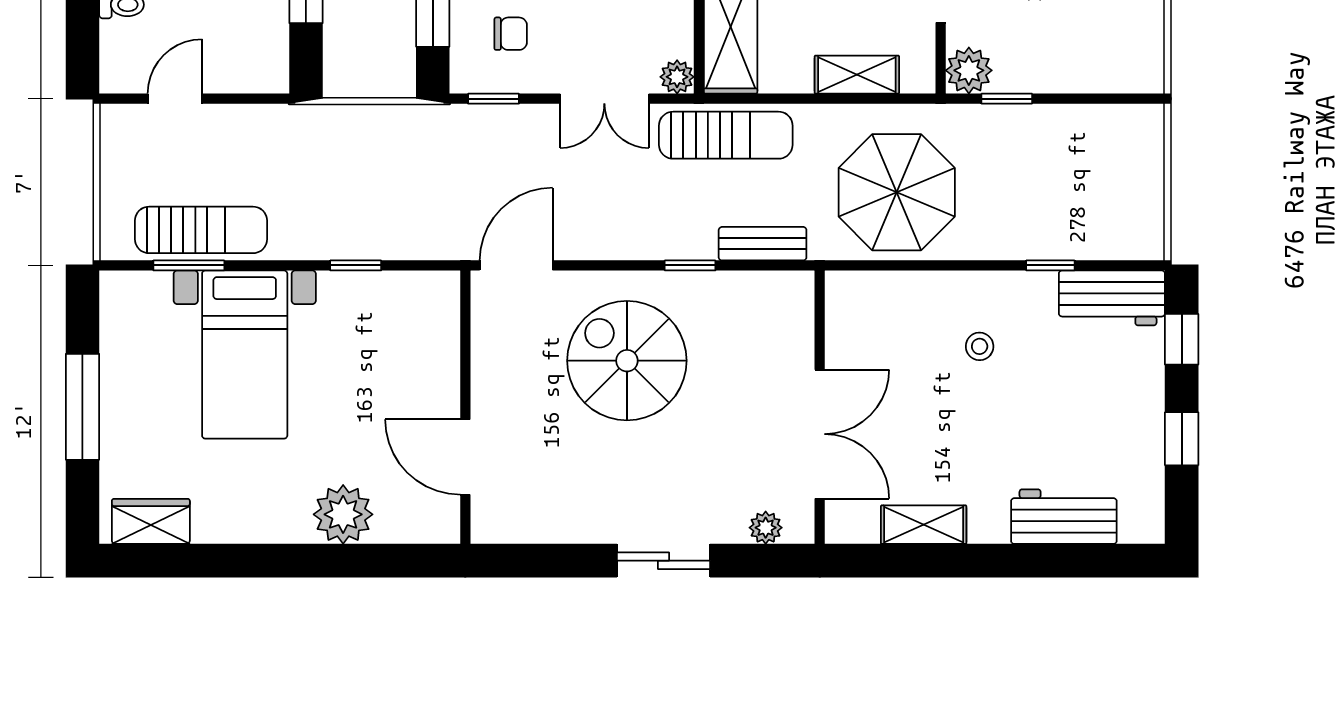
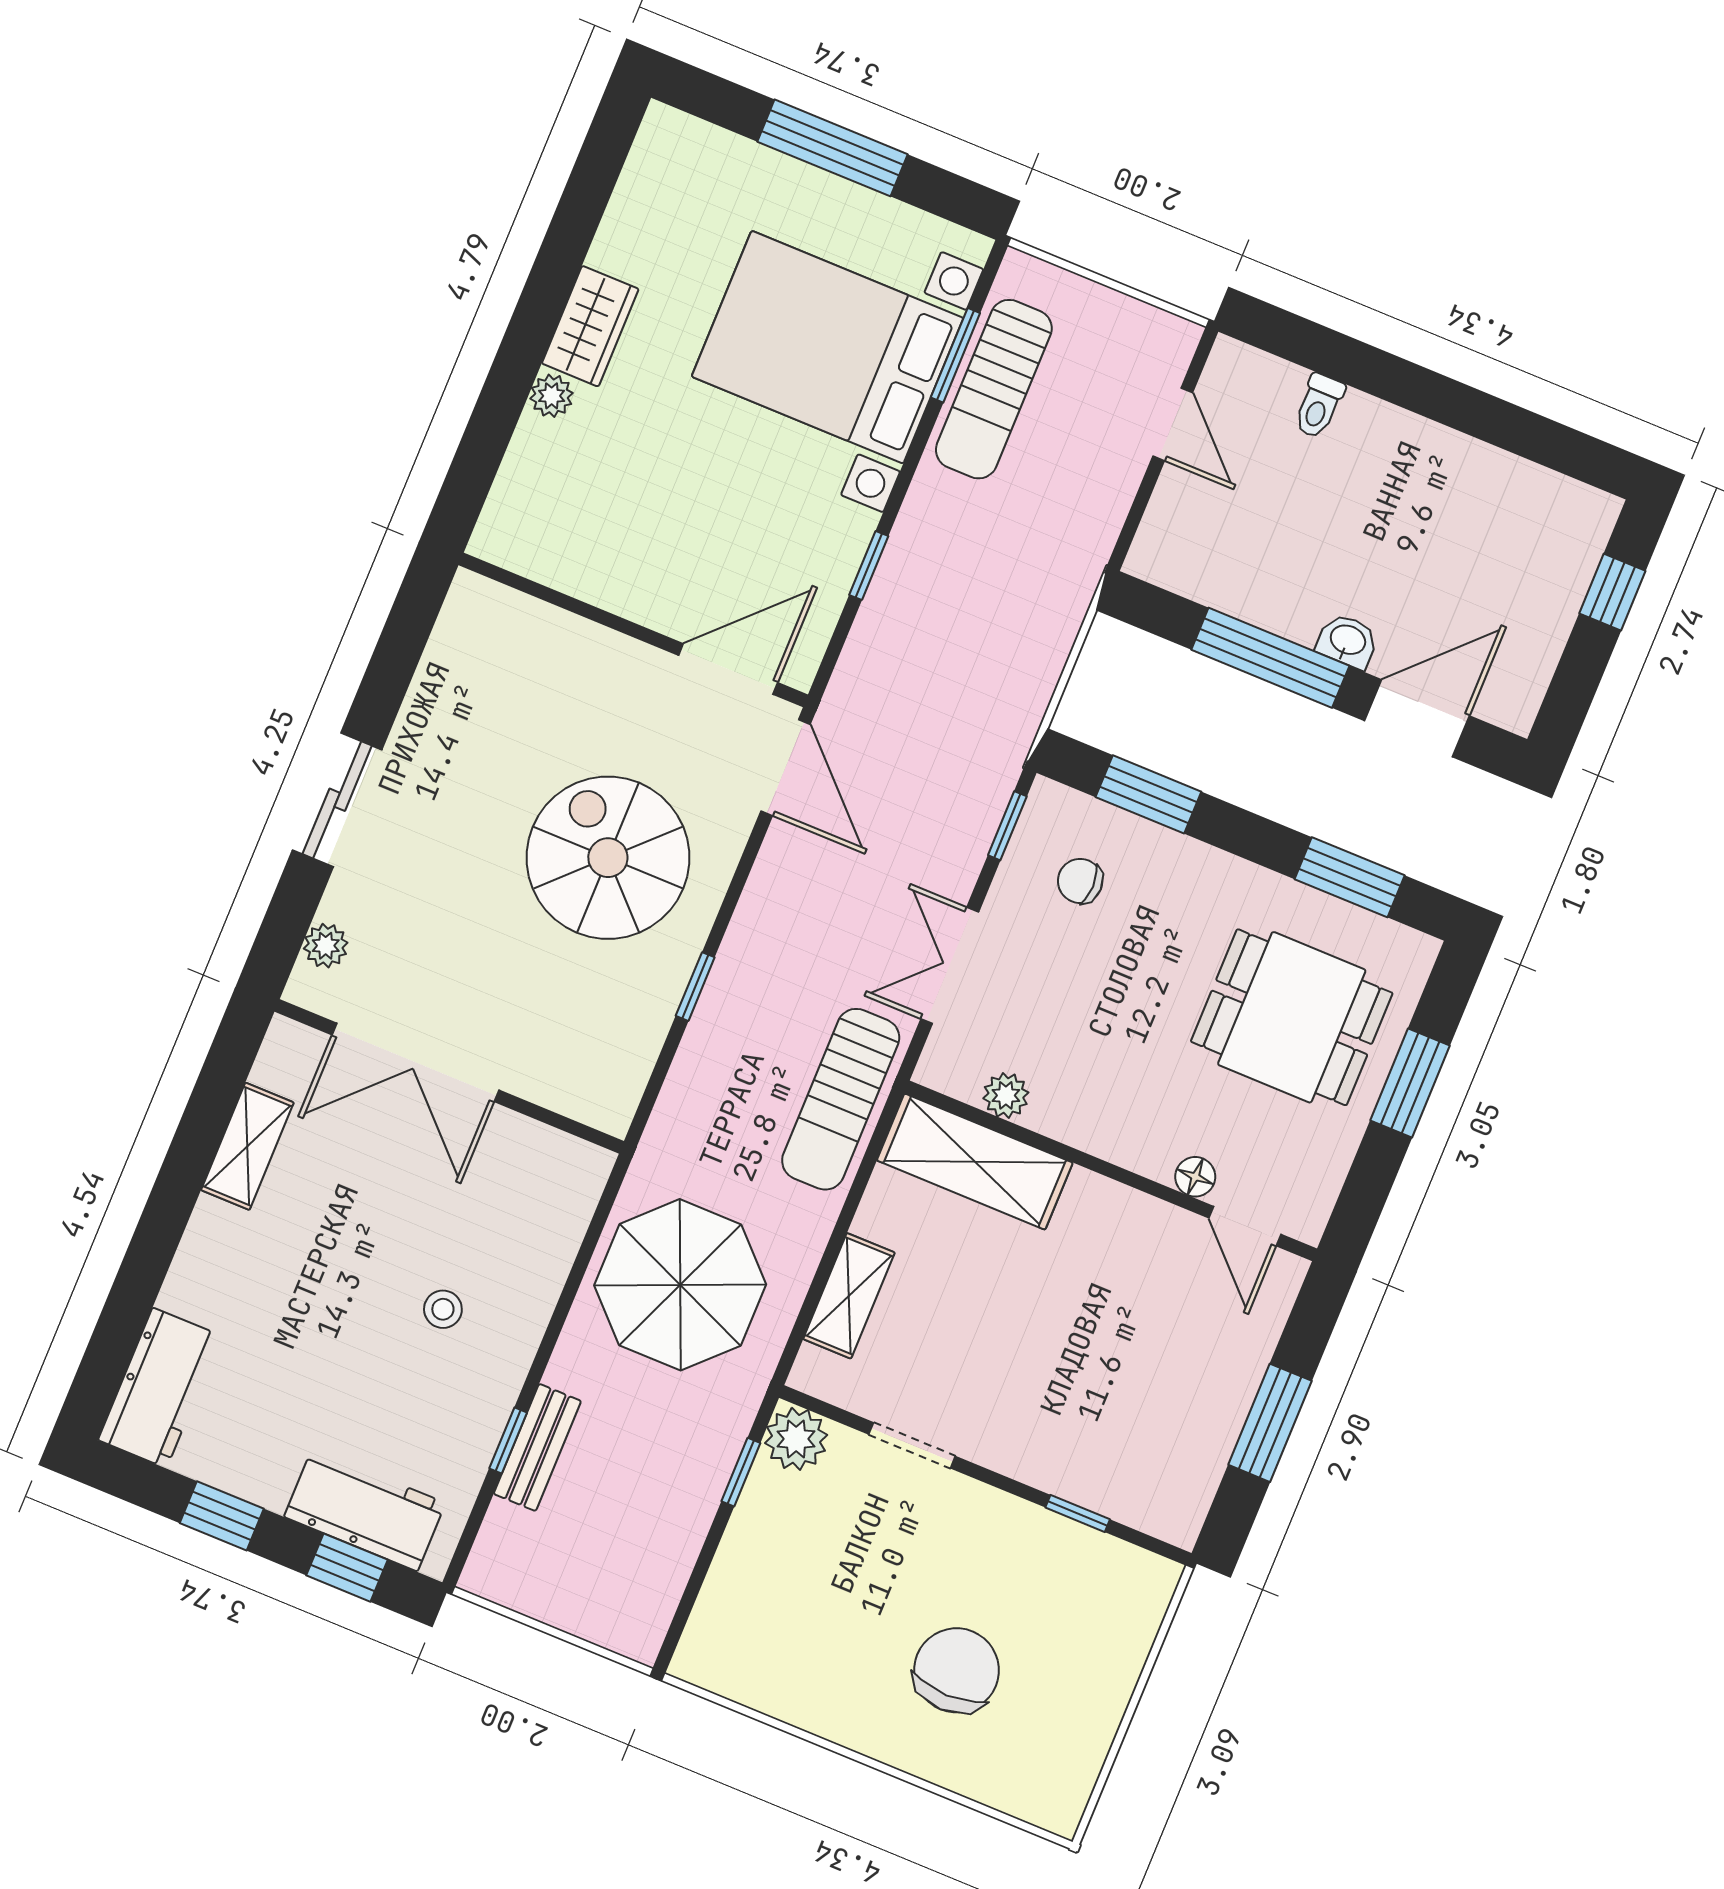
chair: (511, 34) -> (1080, 881), turned 90
plant: (677, 77) -> (1006, 1095), moved
bench: (763, 244) -> (537, 1447), moved
workbench: (1112, 298) -> (365, 1510), moved, turned 90
bed with nightstands: (245, 355) -> (827, 347), width x1.36
spiral stairs: (627, 361) -> (608, 858), turned -90
door: (465, 457) -> (728, 669), moved
plant: (343, 514) -> (552, 396), width x0.53, depth x0.53
workbench: (1064, 517) -> (160, 1388), moved
wardrobe: (151, 521) -> (590, 326), moved

